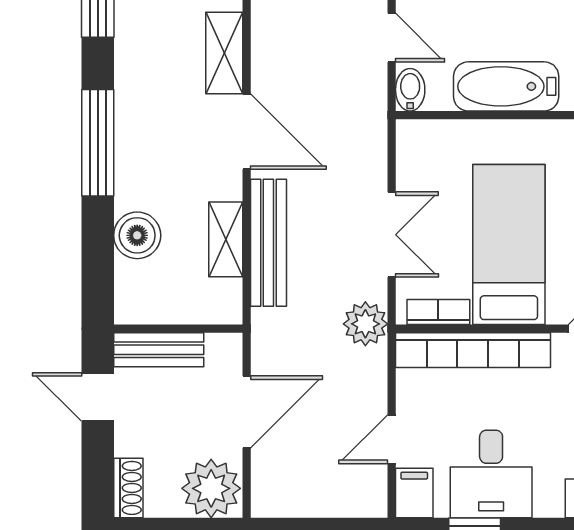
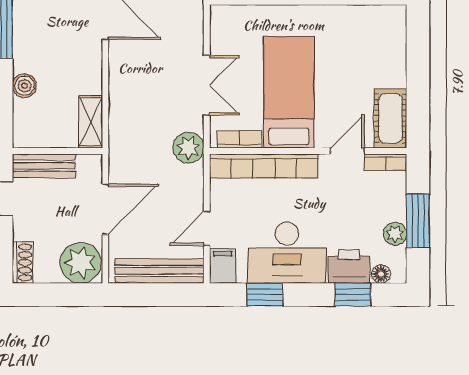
boiler: (137, 235) -> (24, 86), width x0.73, depth x0.73
shelving: (226, 239) -> (91, 122), moved
bench: (268, 243) -> (159, 271), moved, turned 90
desk: (491, 474) -> (287, 253), width x1.37

